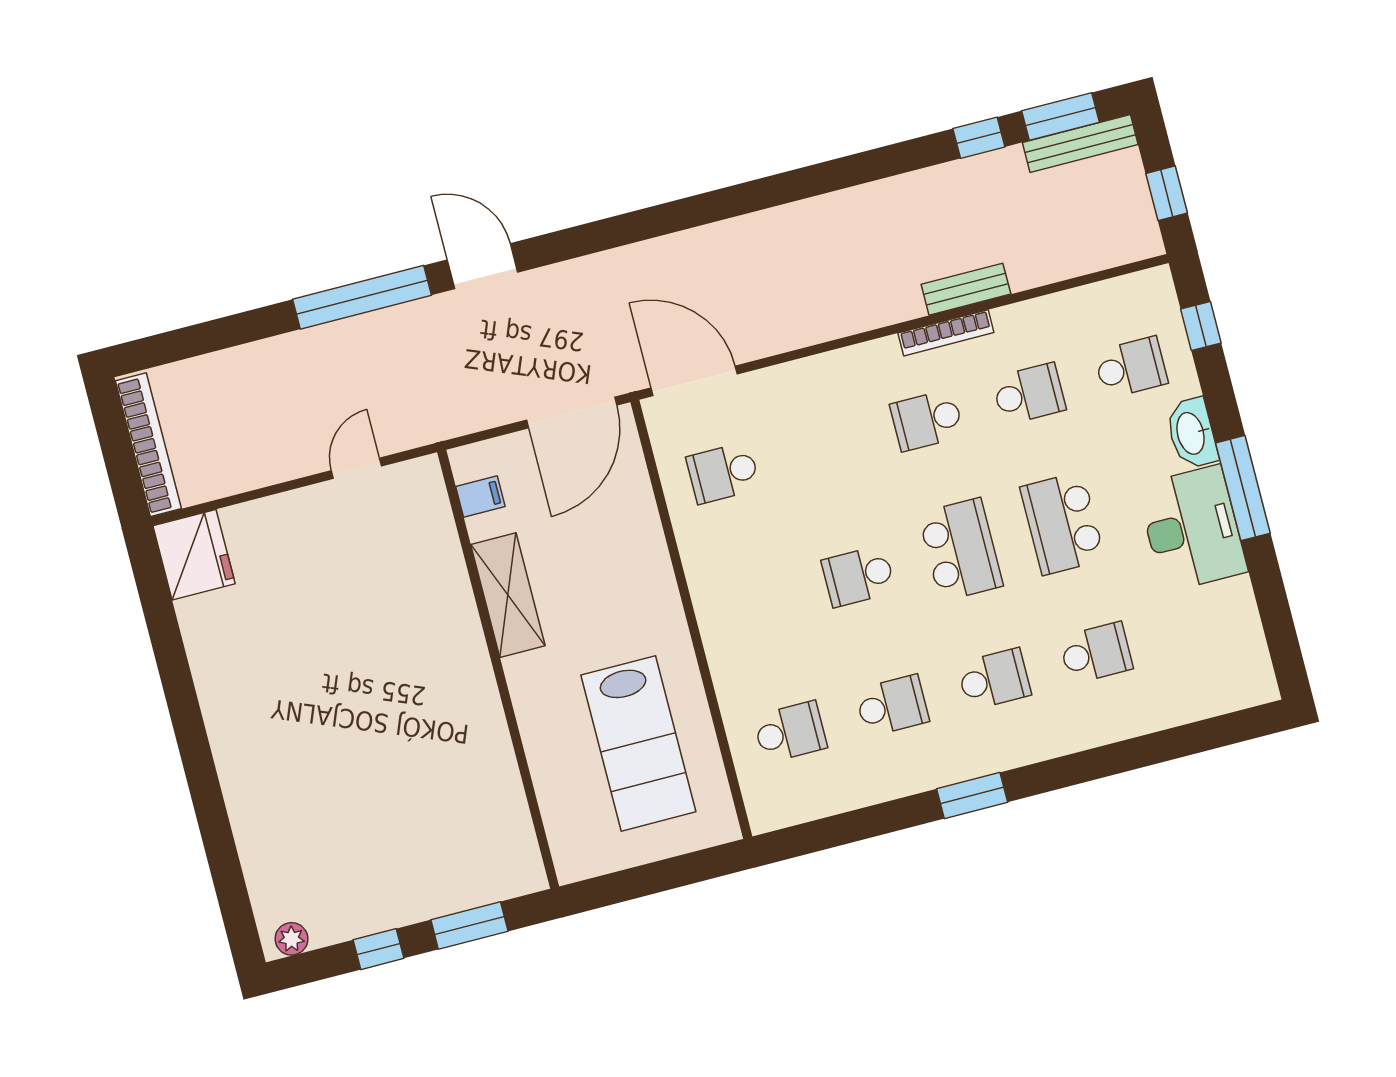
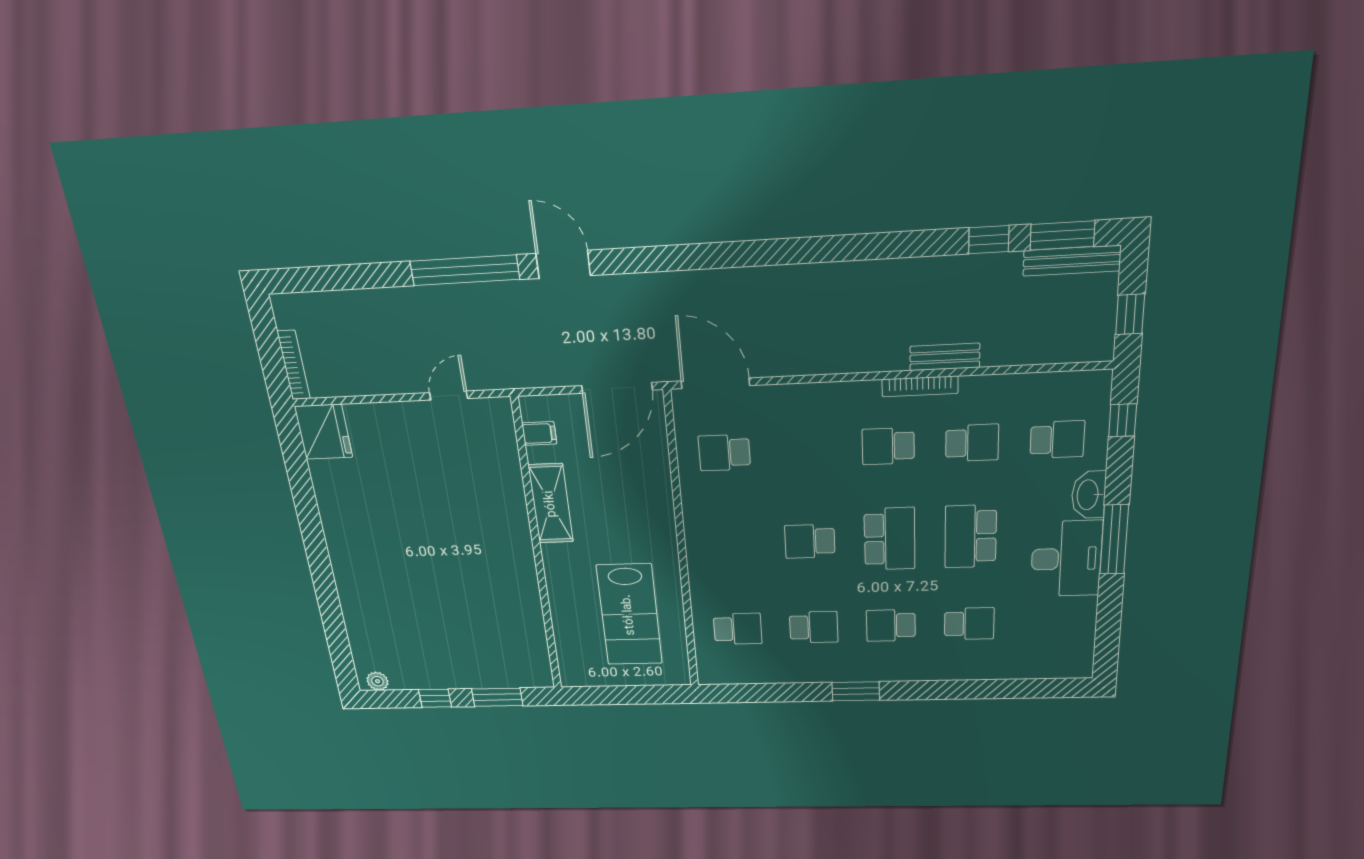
bookcase: (148, 445) -> (294, 365), width x0.68, depth x0.76
school desk: (994, 679) -> (891, 625), turned 180

